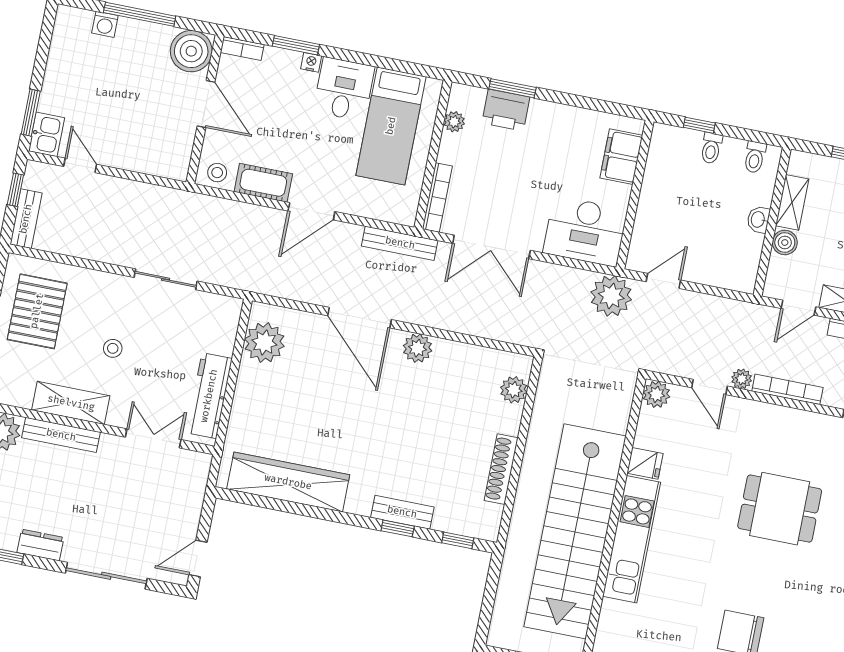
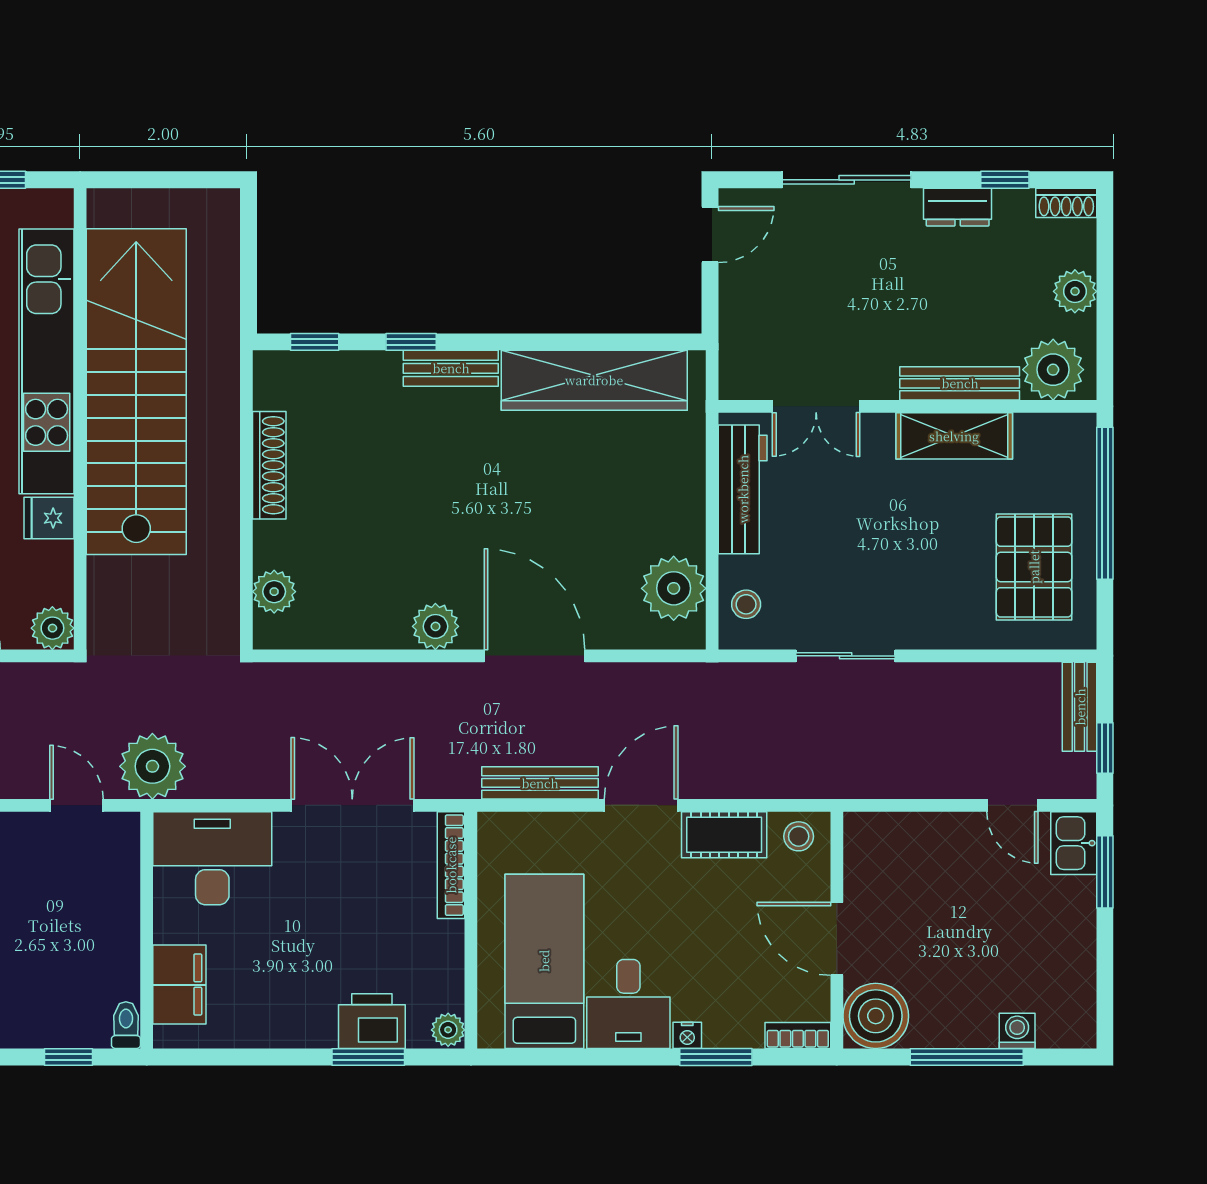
plant: (454, 122) -> (448, 1030), moved
toilet: (711, 148) -> (126, 1025), moved
bench: (400, 243) -> (540, 783), moved
door: (663, 281) -> (76, 805), swing flipped
stool: (113, 348) -> (746, 604), moved
bench: (402, 512) -> (451, 368), moved
kitchen unit: (632, 539) -> (47, 361), width x1.36

